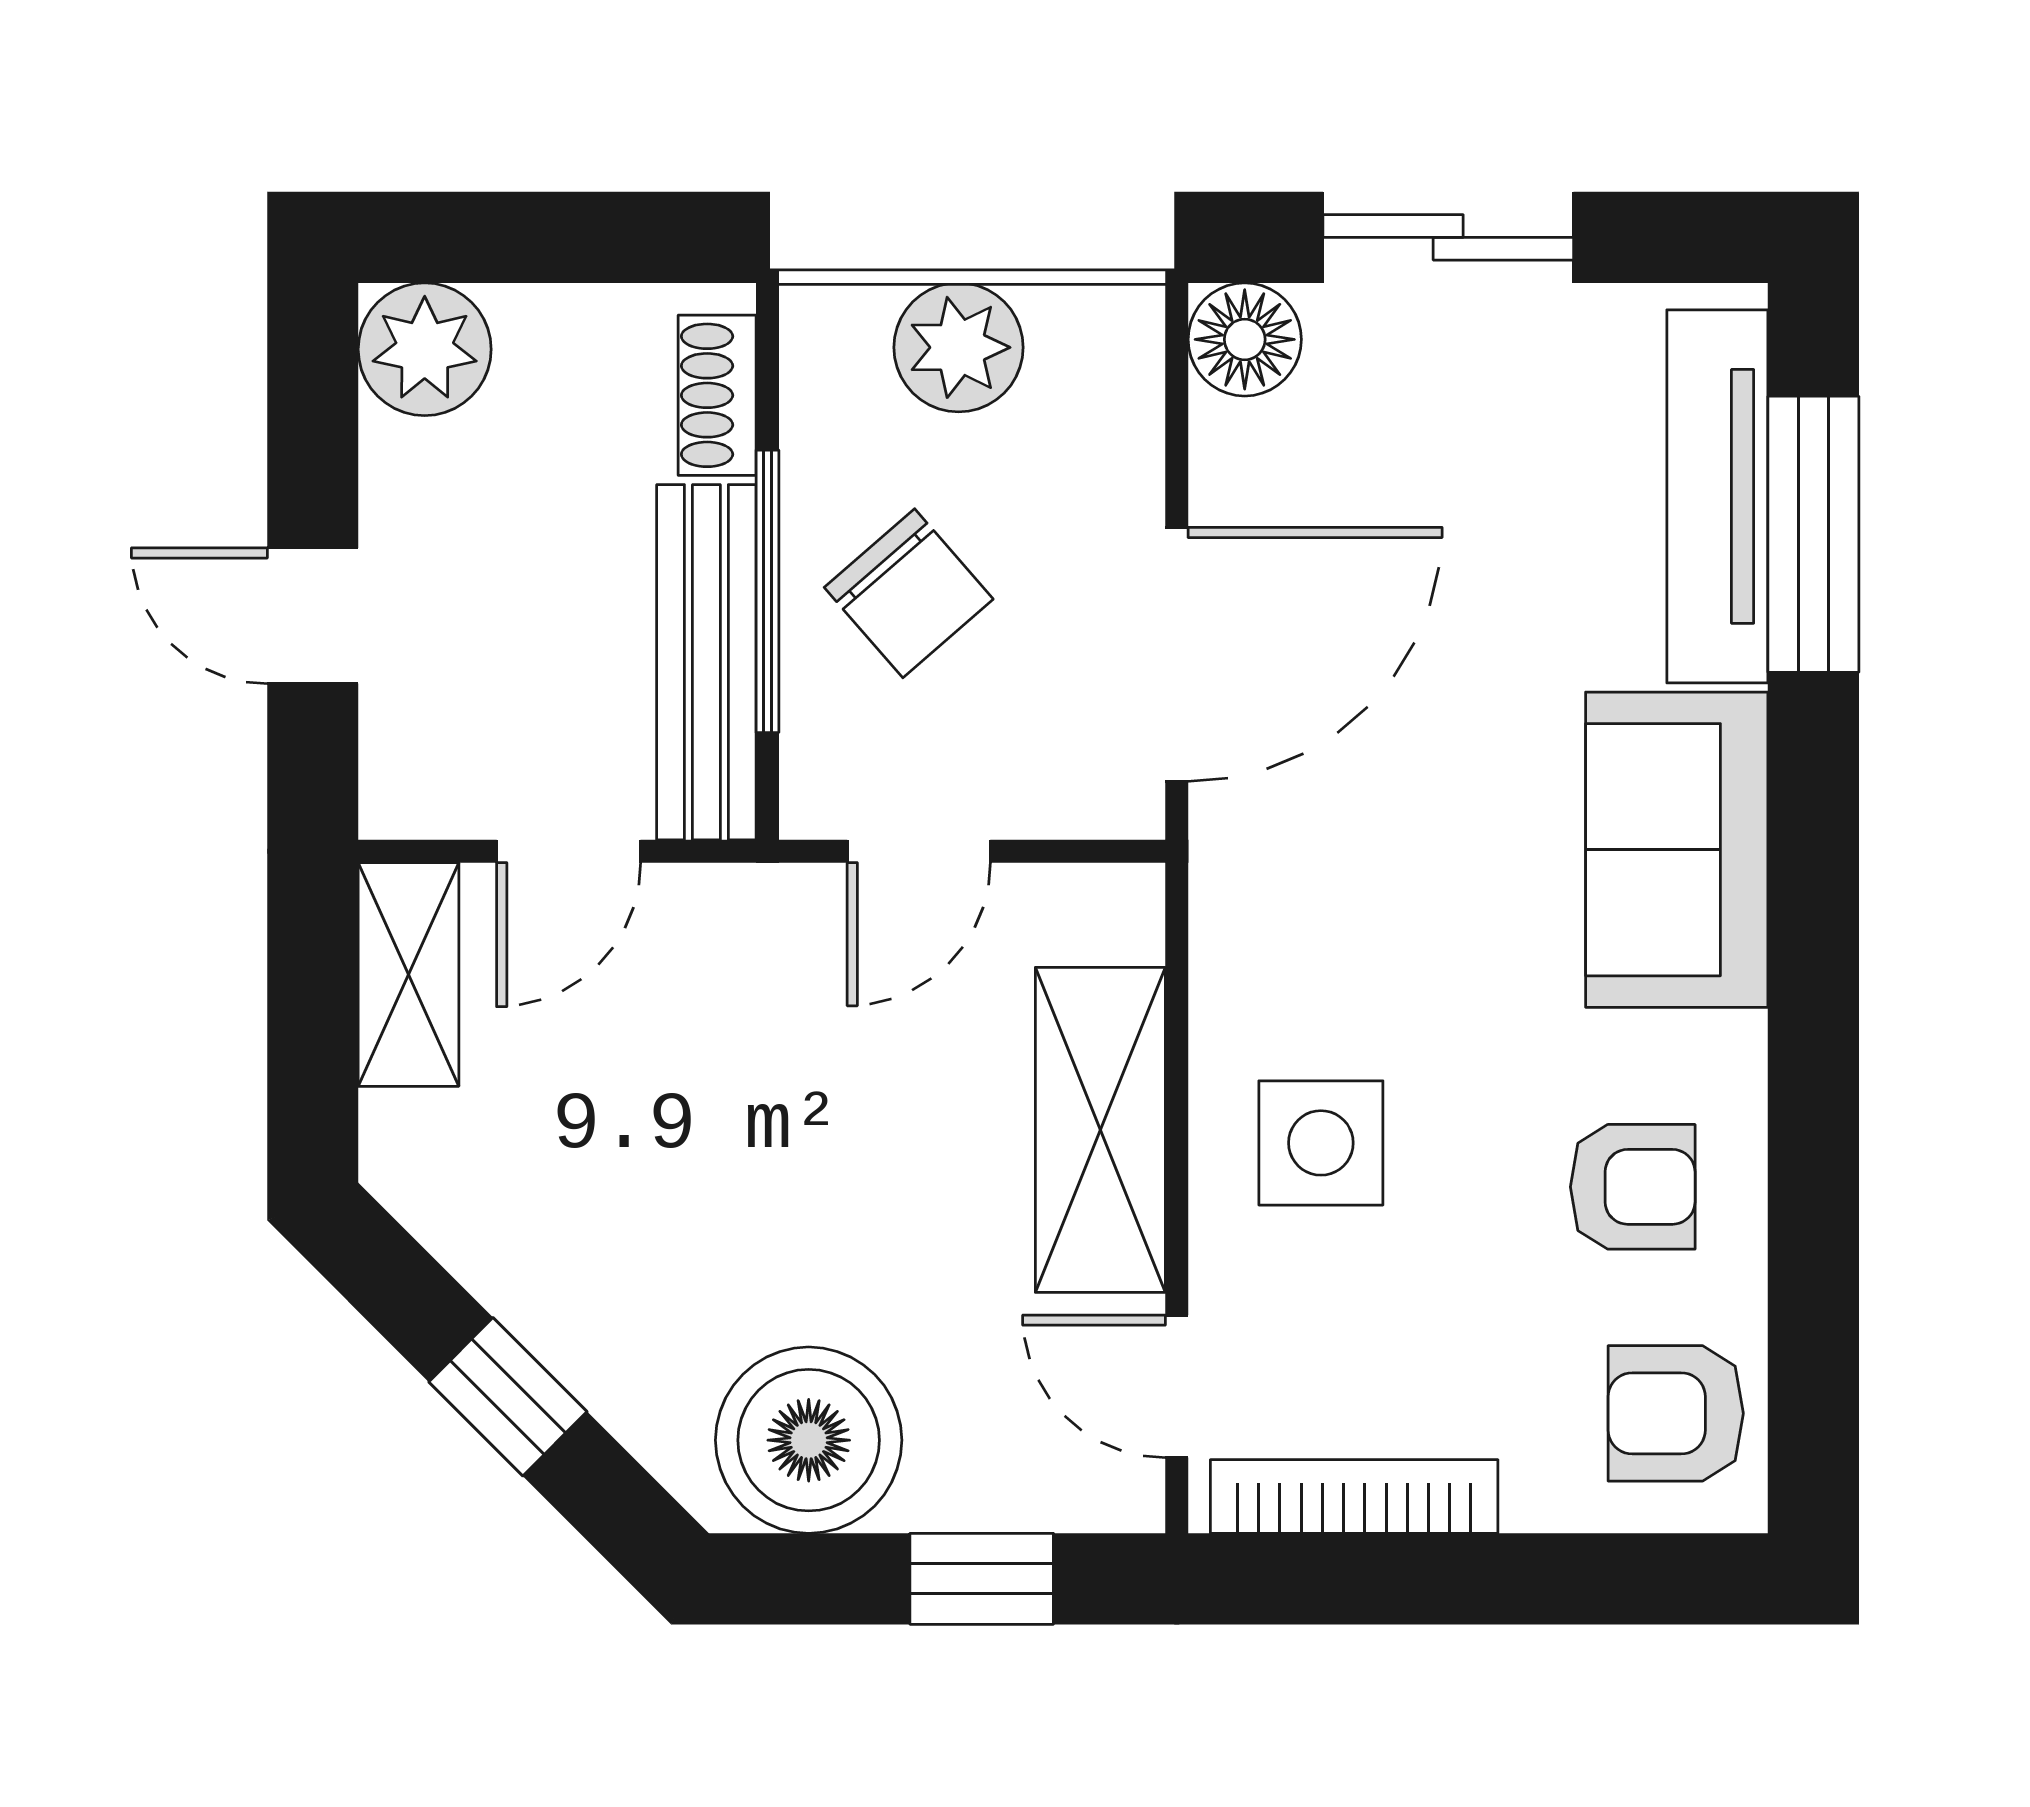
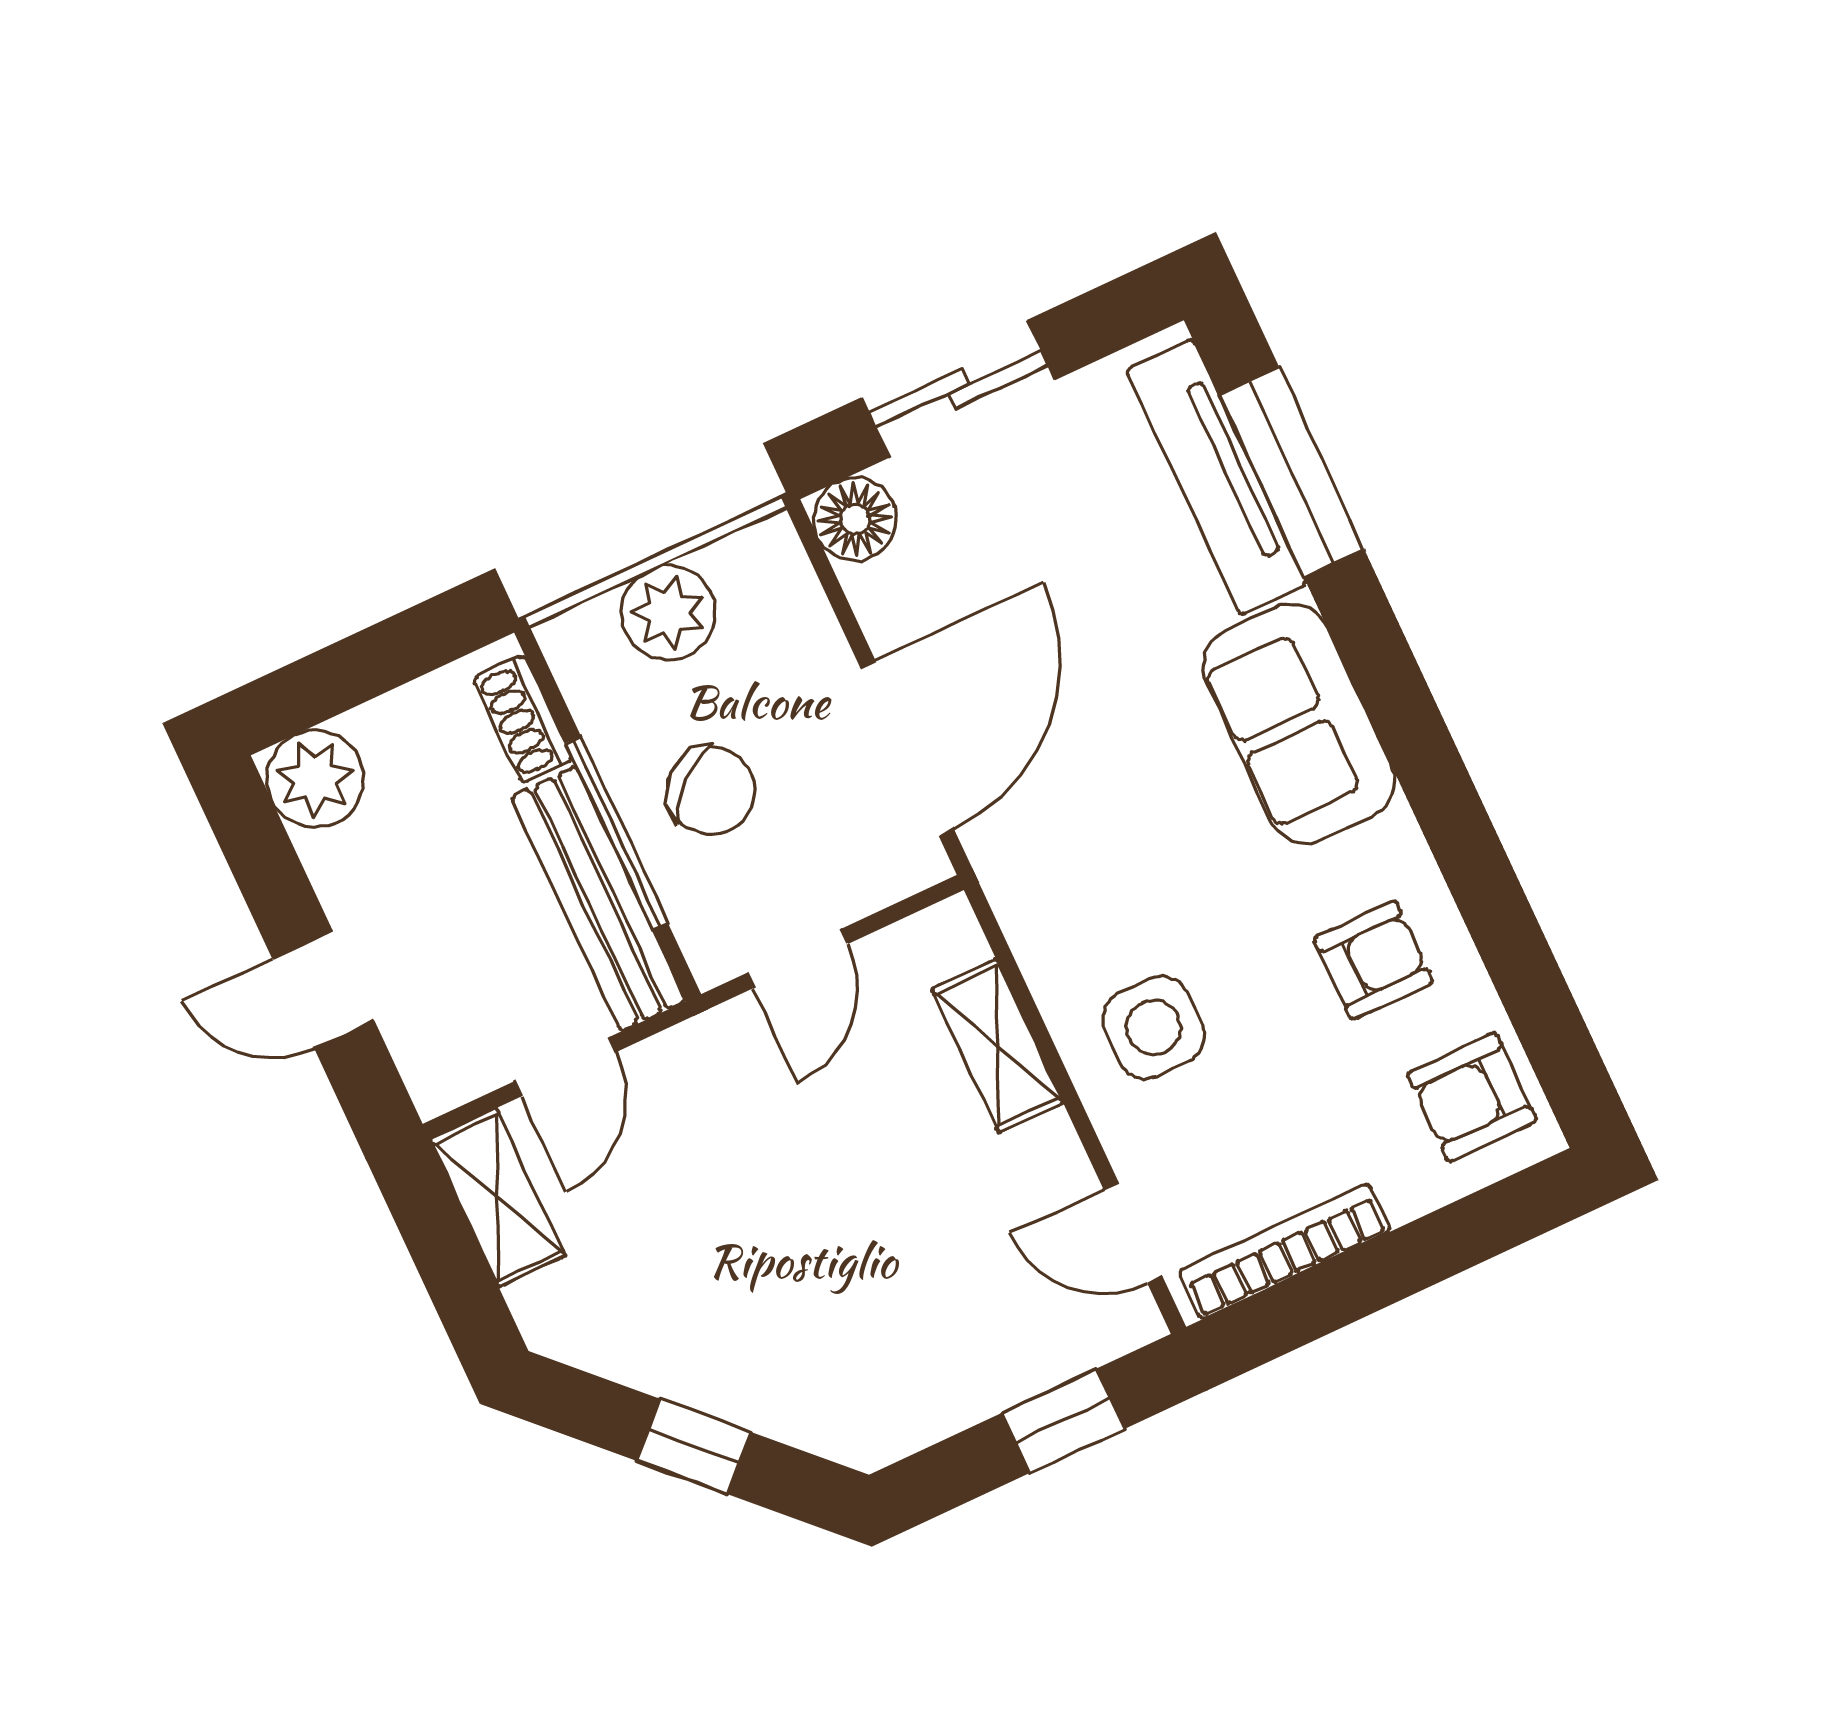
shelving: (1100, 1130) -> (997, 1046), width x0.67, depth x0.75
boiler: (809, 1440) -> (906, 1382), removed

